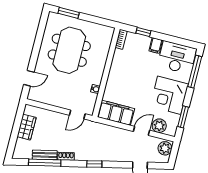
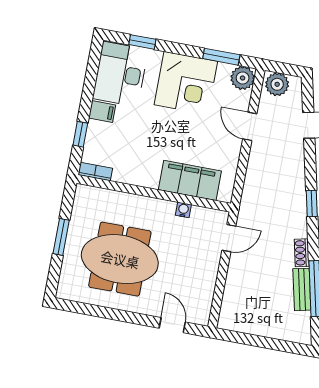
window: (69, 13) -> (61, 237), moved
window: (195, 72) -> (142, 42), width x0.46
filing cabinet: (116, 113) -> (190, 180), moved, turned 90
door: (77, 114) -> (229, 238), hinge flipped
plant: (159, 126) -> (243, 78), moved
wardrobe: (27, 127) -> (256, 324), removed

